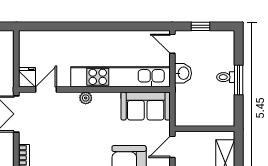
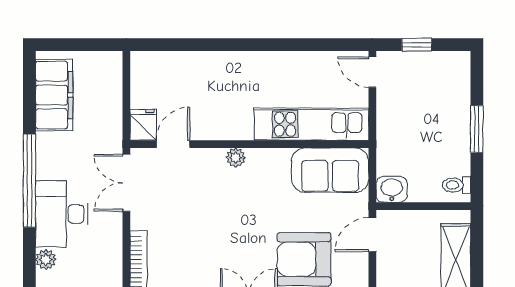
washbasin: (183, 73) -> (392, 189), moved, turned -90
kitchen unit: (120, 77) -> (311, 124), width x0.73
toilet: (226, 77) -> (456, 185), moved

